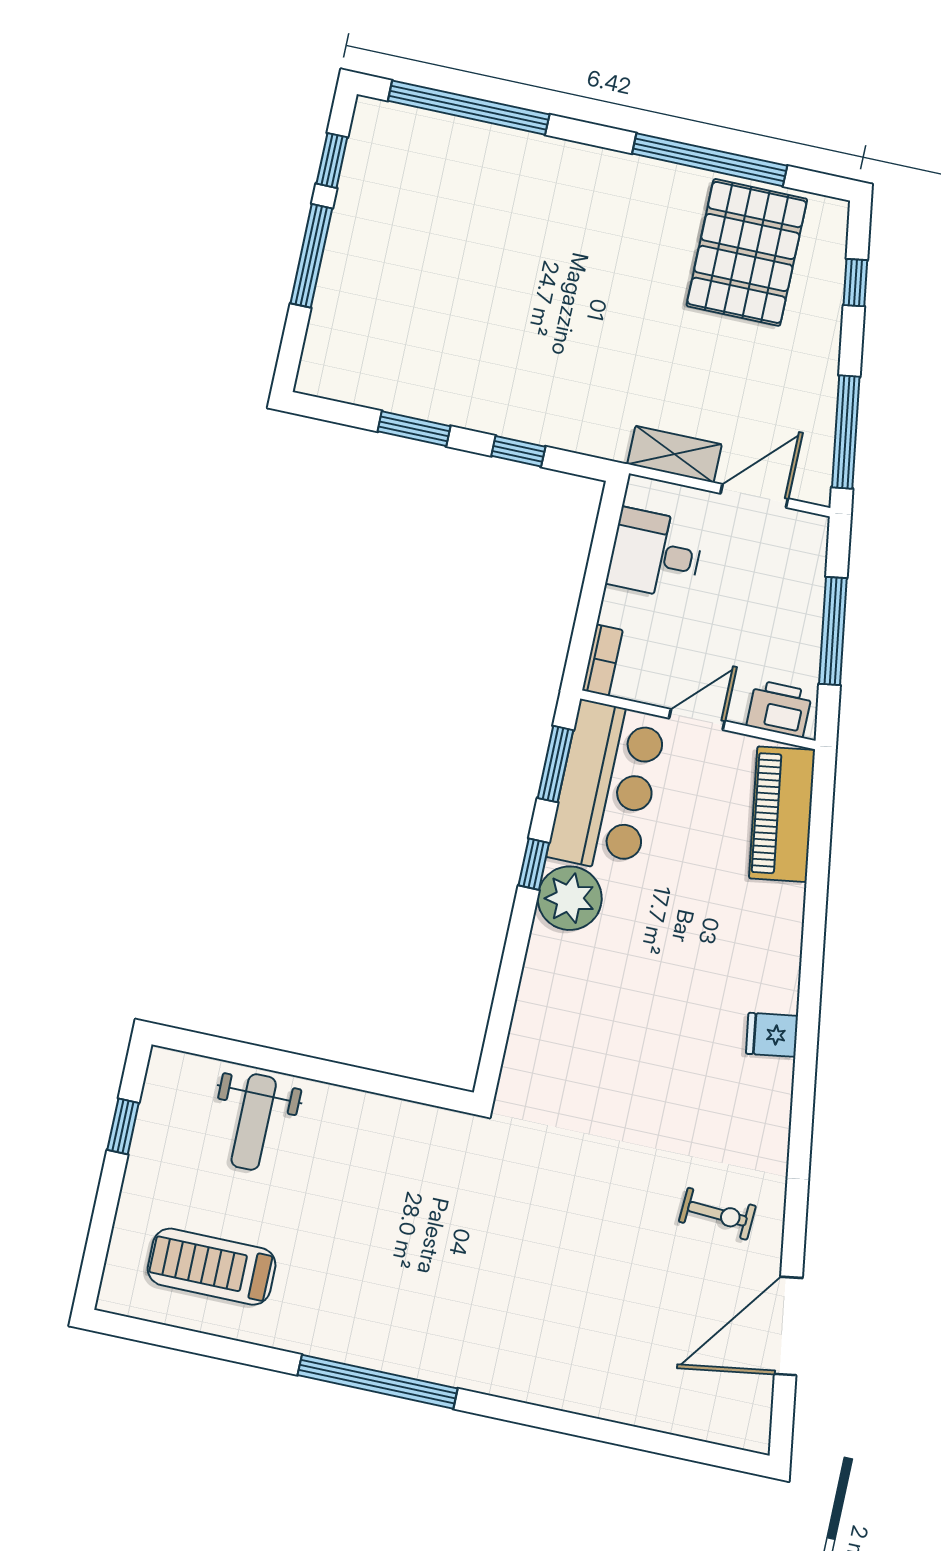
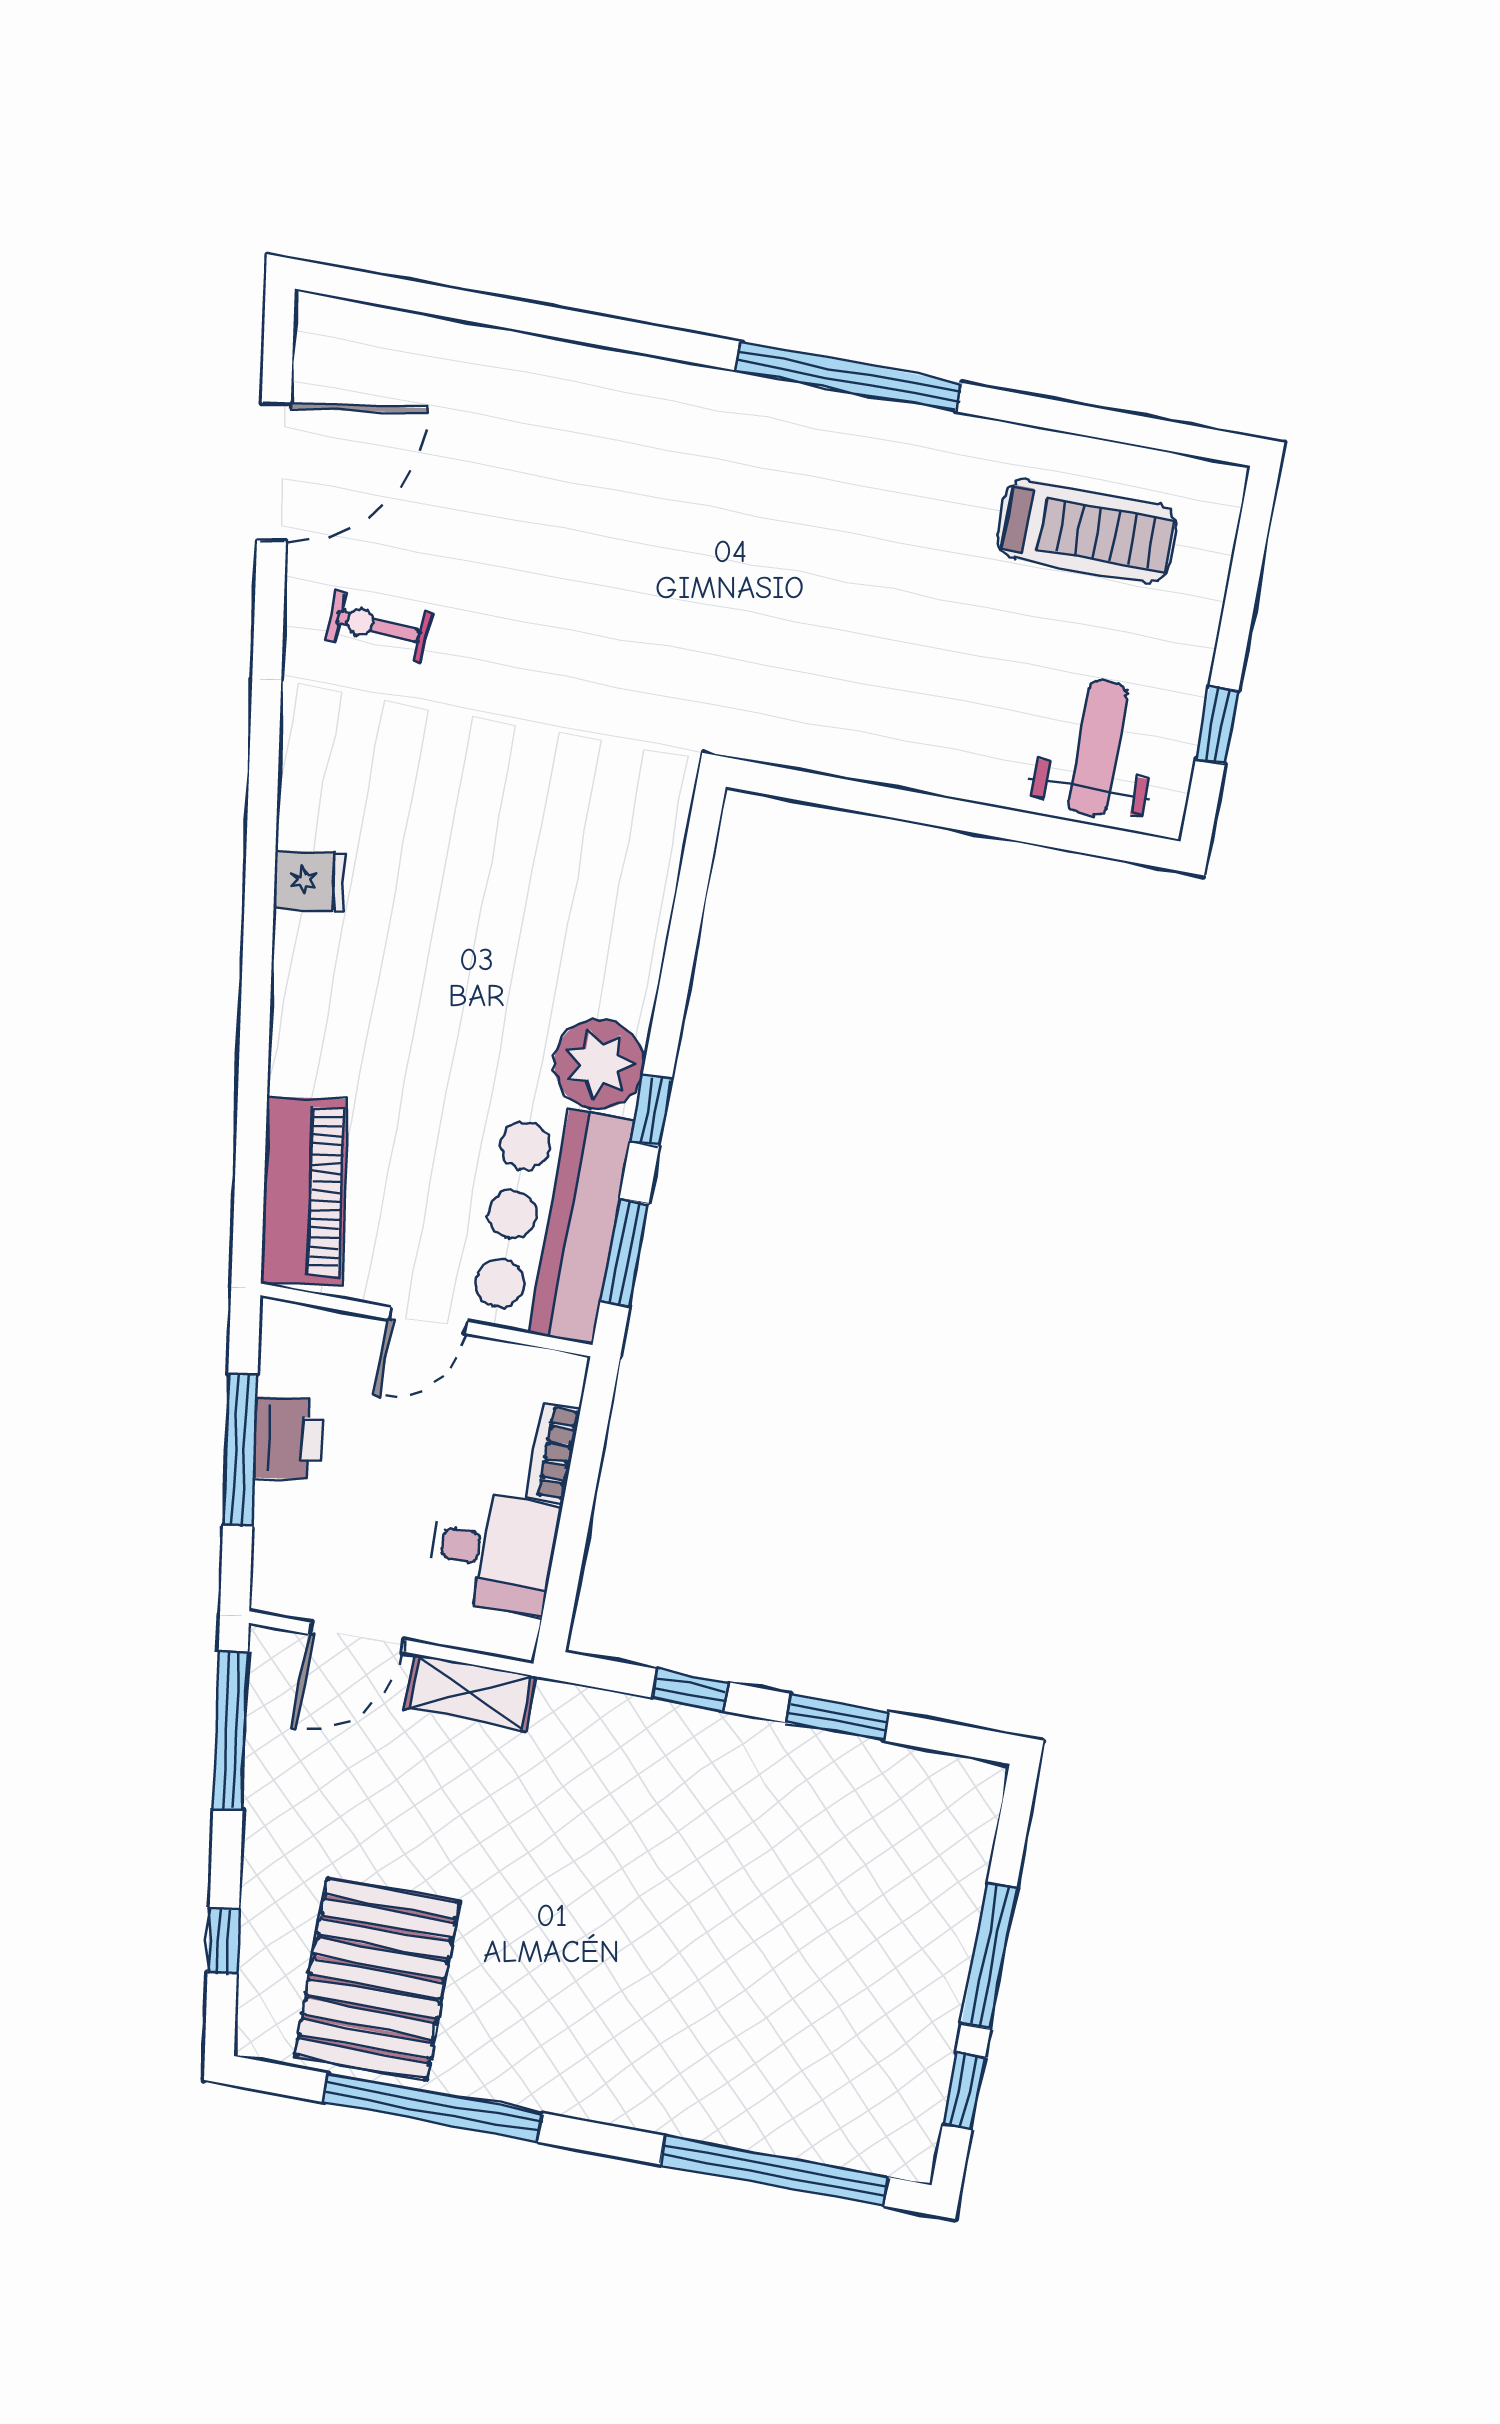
bookcase: (602, 660) -> (553, 1453), moved
printer: (779, 709) -> (289, 1438), moved, turned -99
weight bench: (254, 1122) -> (1098, 748), moved

